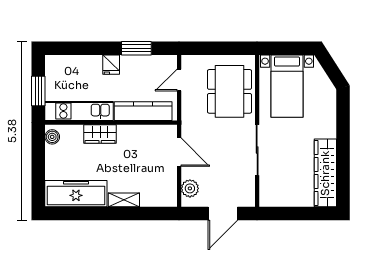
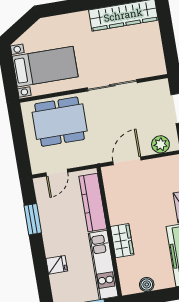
fridge: (111, 65) -> (57, 265), moved
door: (179, 80) -> (57, 173), hinge flipped
boiler: (52, 137) -> (147, 284), moved

